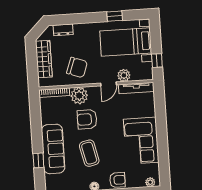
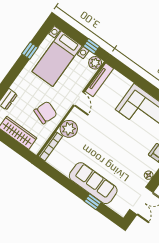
plant: (124, 75) -> (95, 63), moved
armchair: (87, 119) -> (92, 138), removed
coffee table: (89, 153) -> (120, 158), removed

